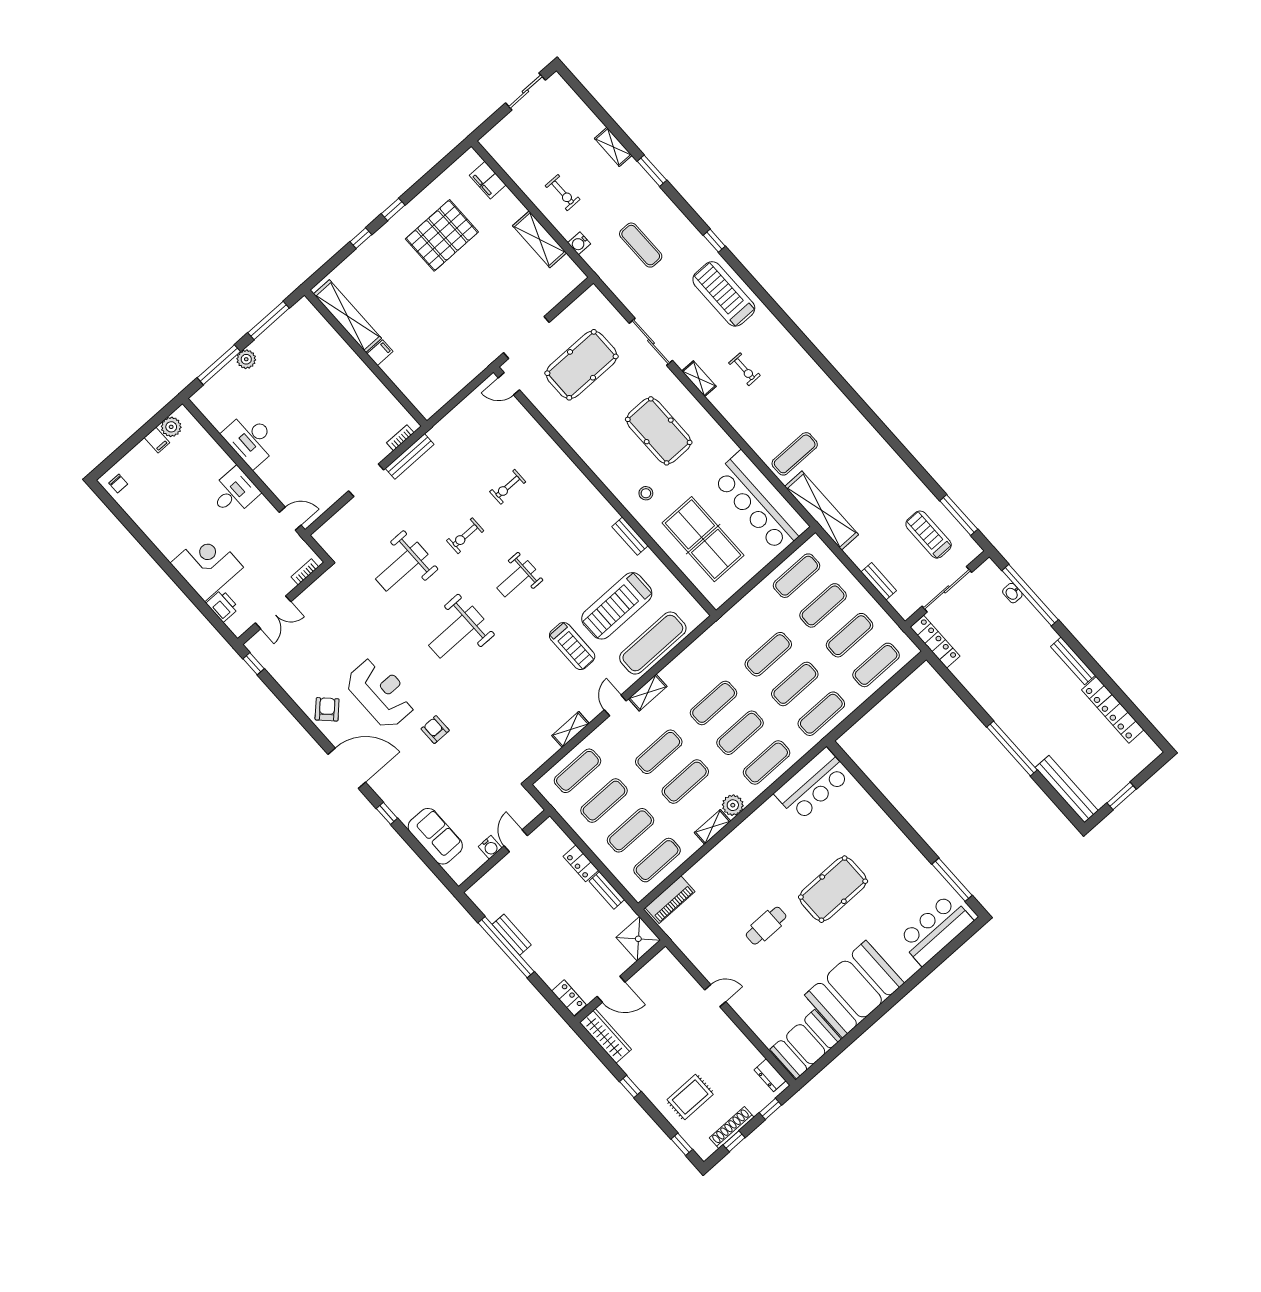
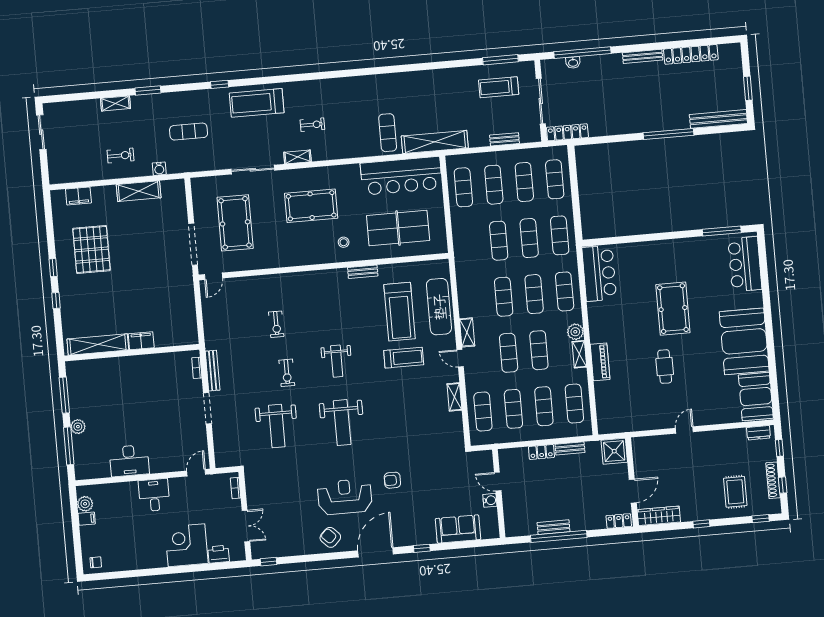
filing cabinet: (380, 353) -> (141, 341), width x2.00
piano: (670, 900) -> (600, 362), moved

